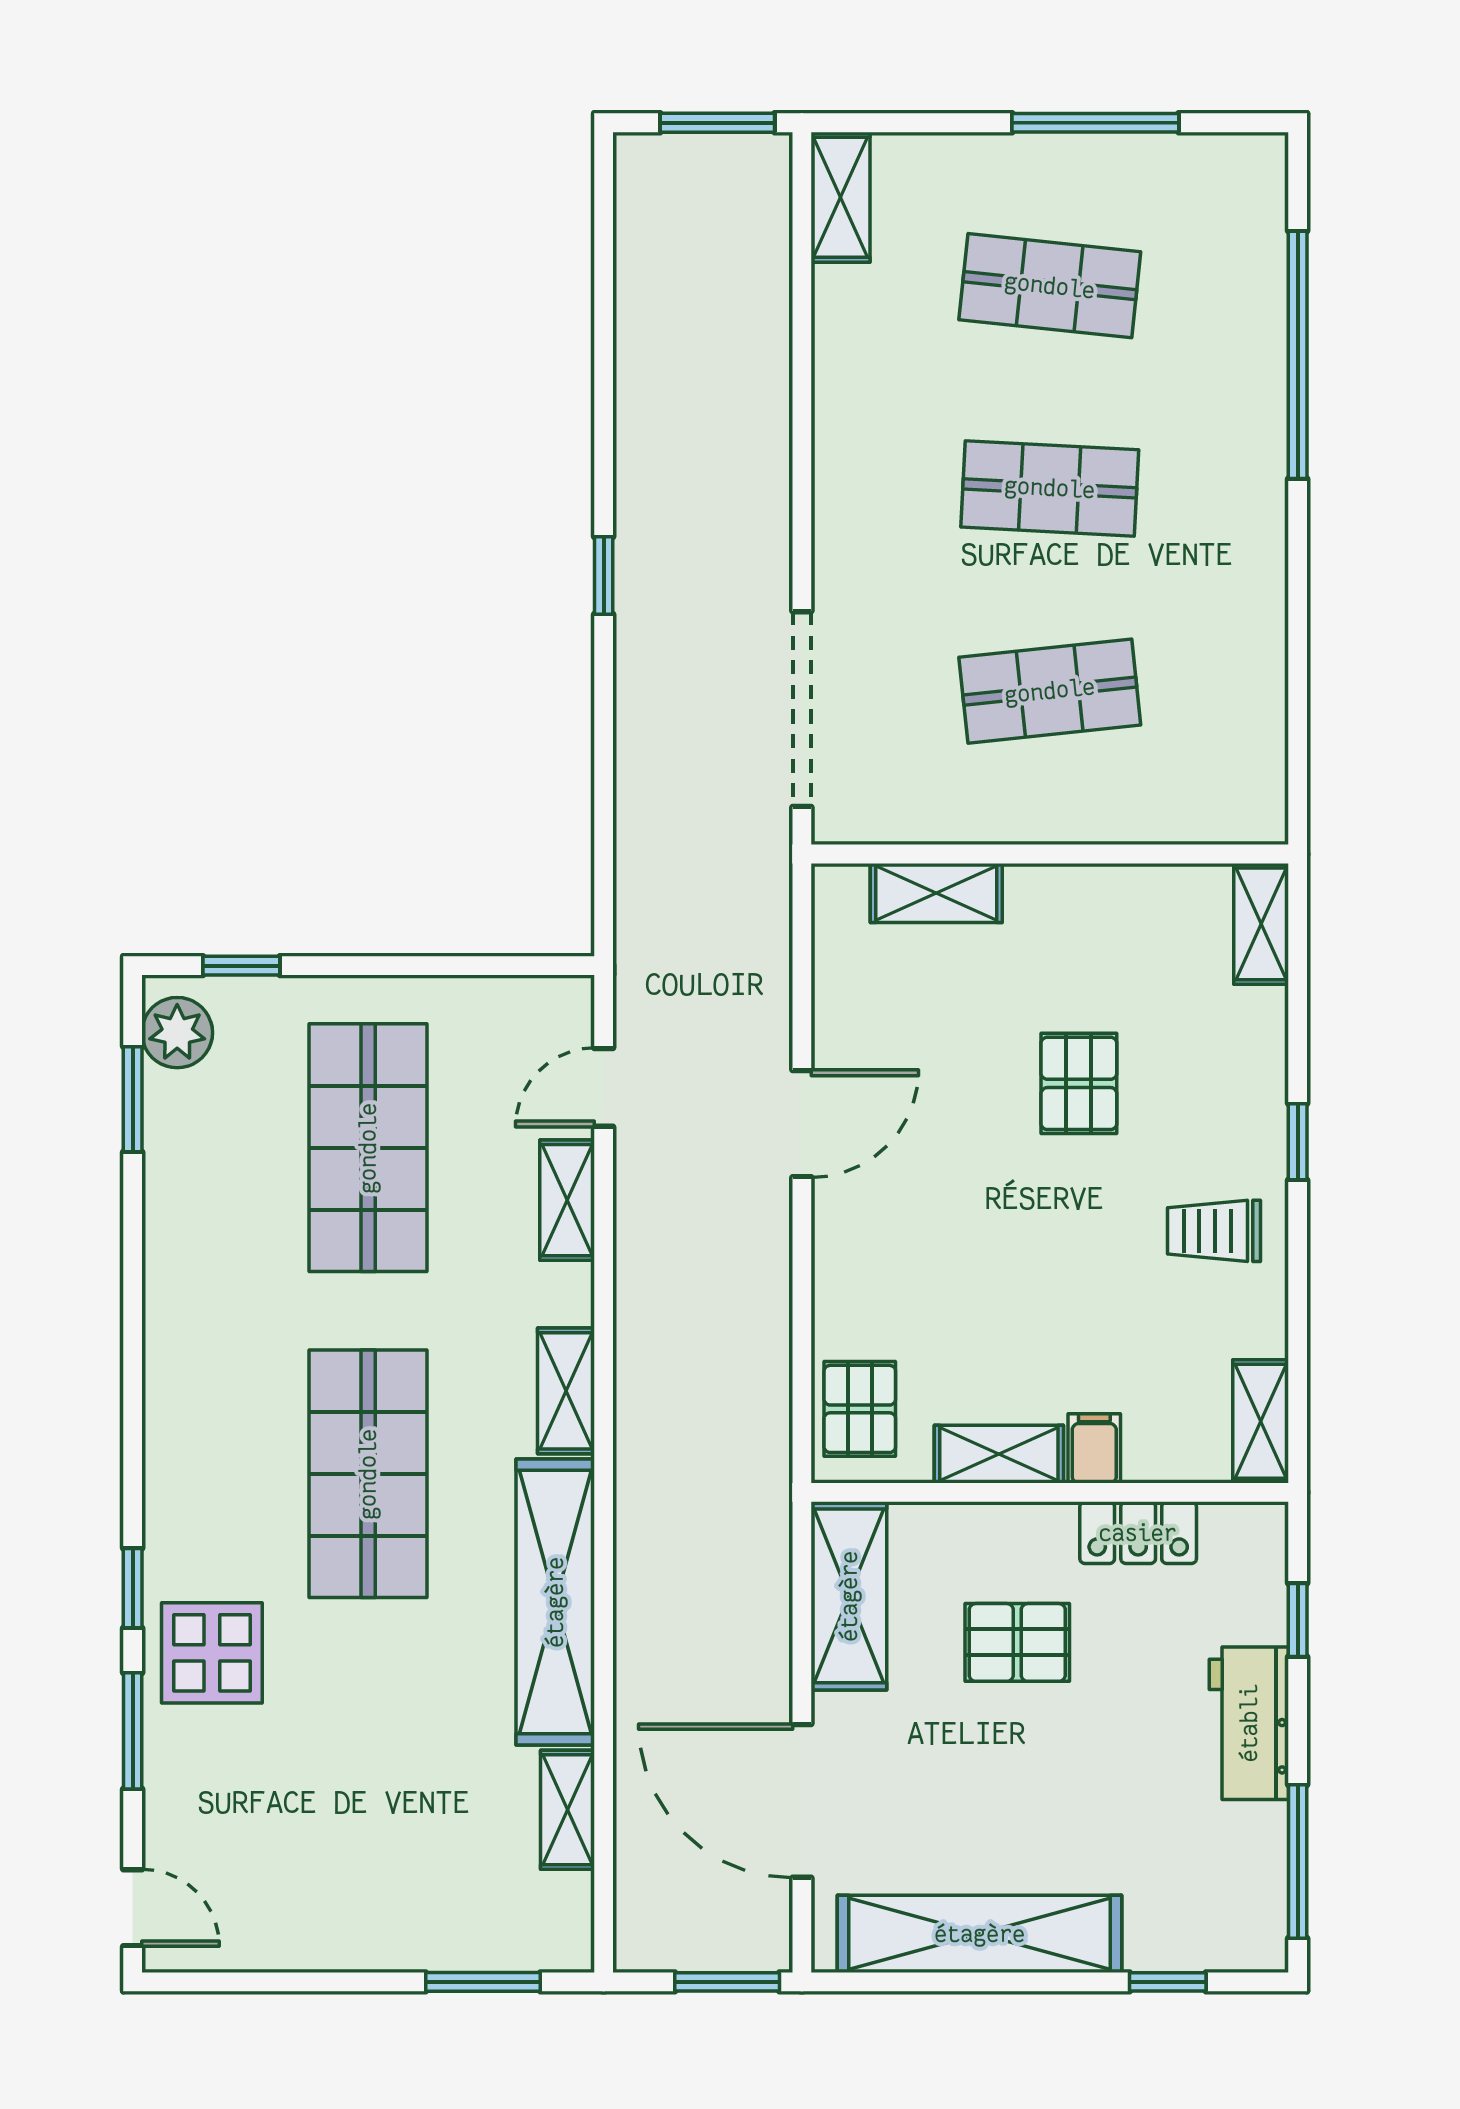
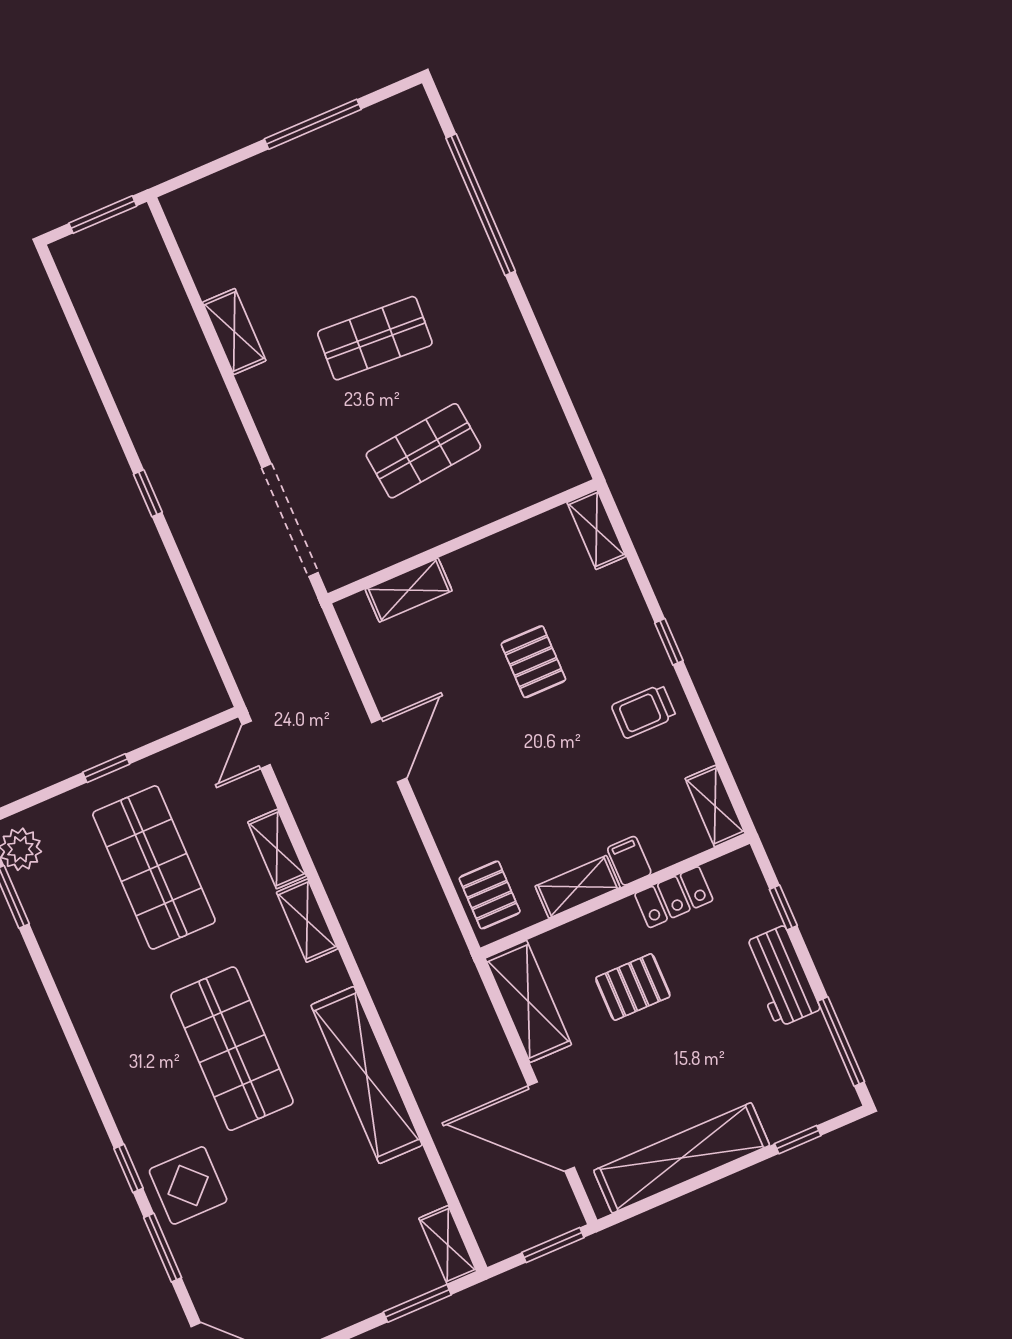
shelving: (841, 197) -> (234, 332), moved
shop shelf: (1050, 286) -> (326, 226), removed
window: (241, 966) -> (106, 768), moved
door: (604, 1087) -> (256, 745), moved
shelving: (566, 1391) -> (307, 921), moved
shelving: (567, 1810) -> (448, 1245), moved

